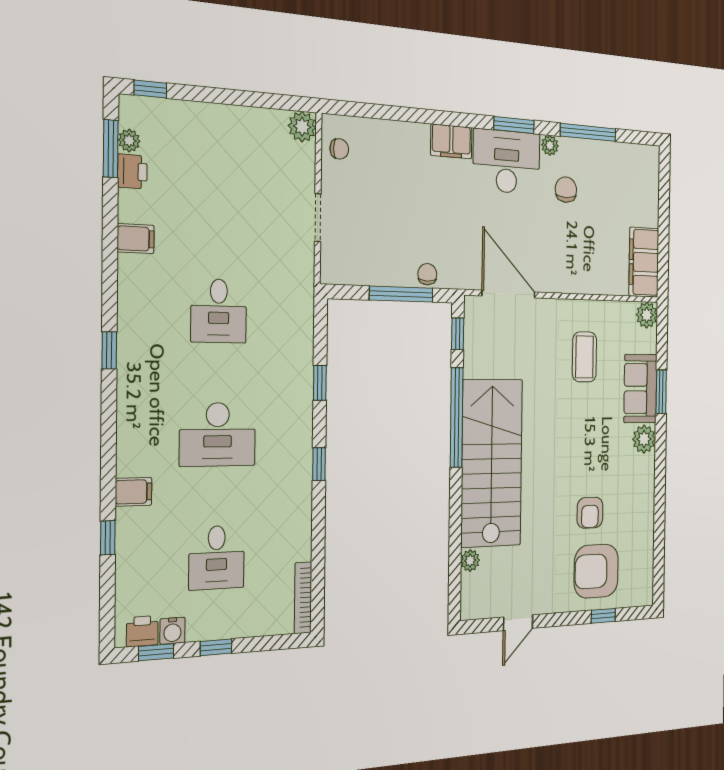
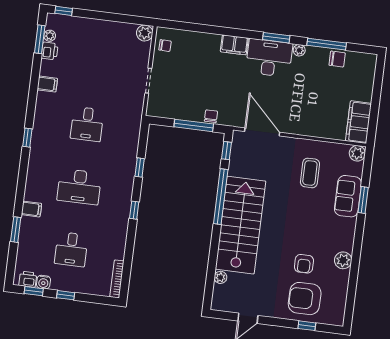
chair: (566, 190) -> (337, 59), moved, turned 90
plant: (644, 439) -> (343, 260), moved
window: (108, 538) -> (16, 230), width x1.50

